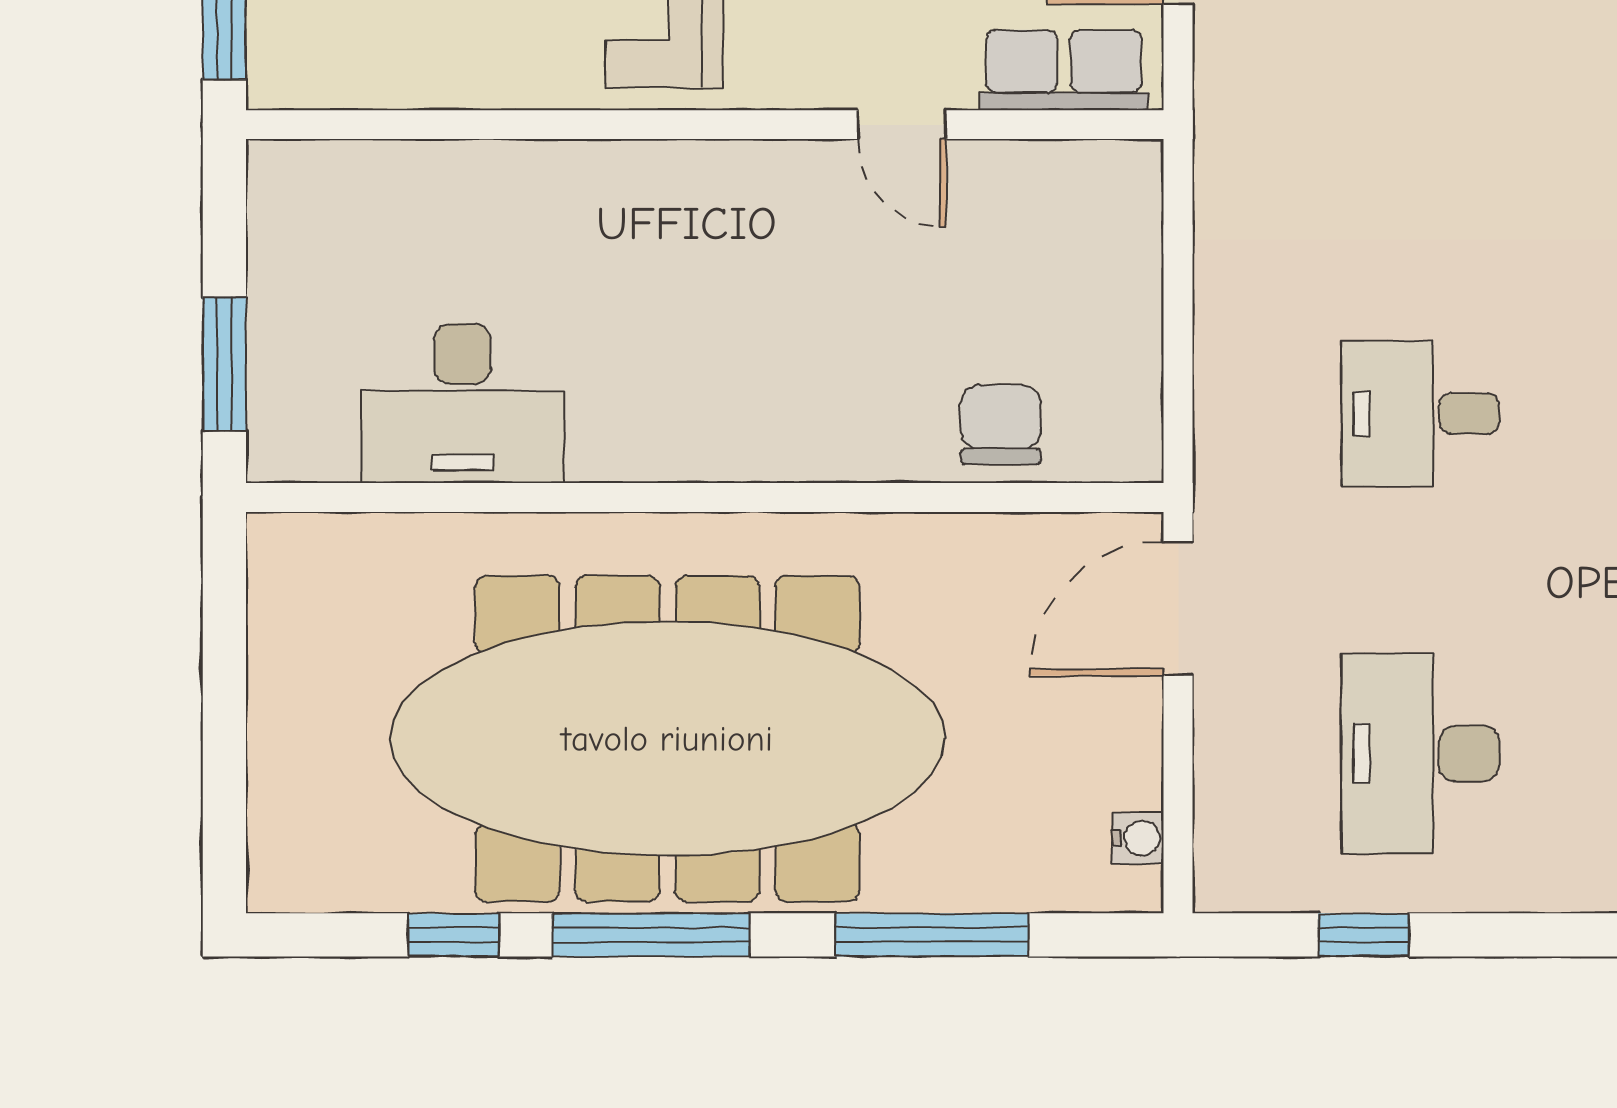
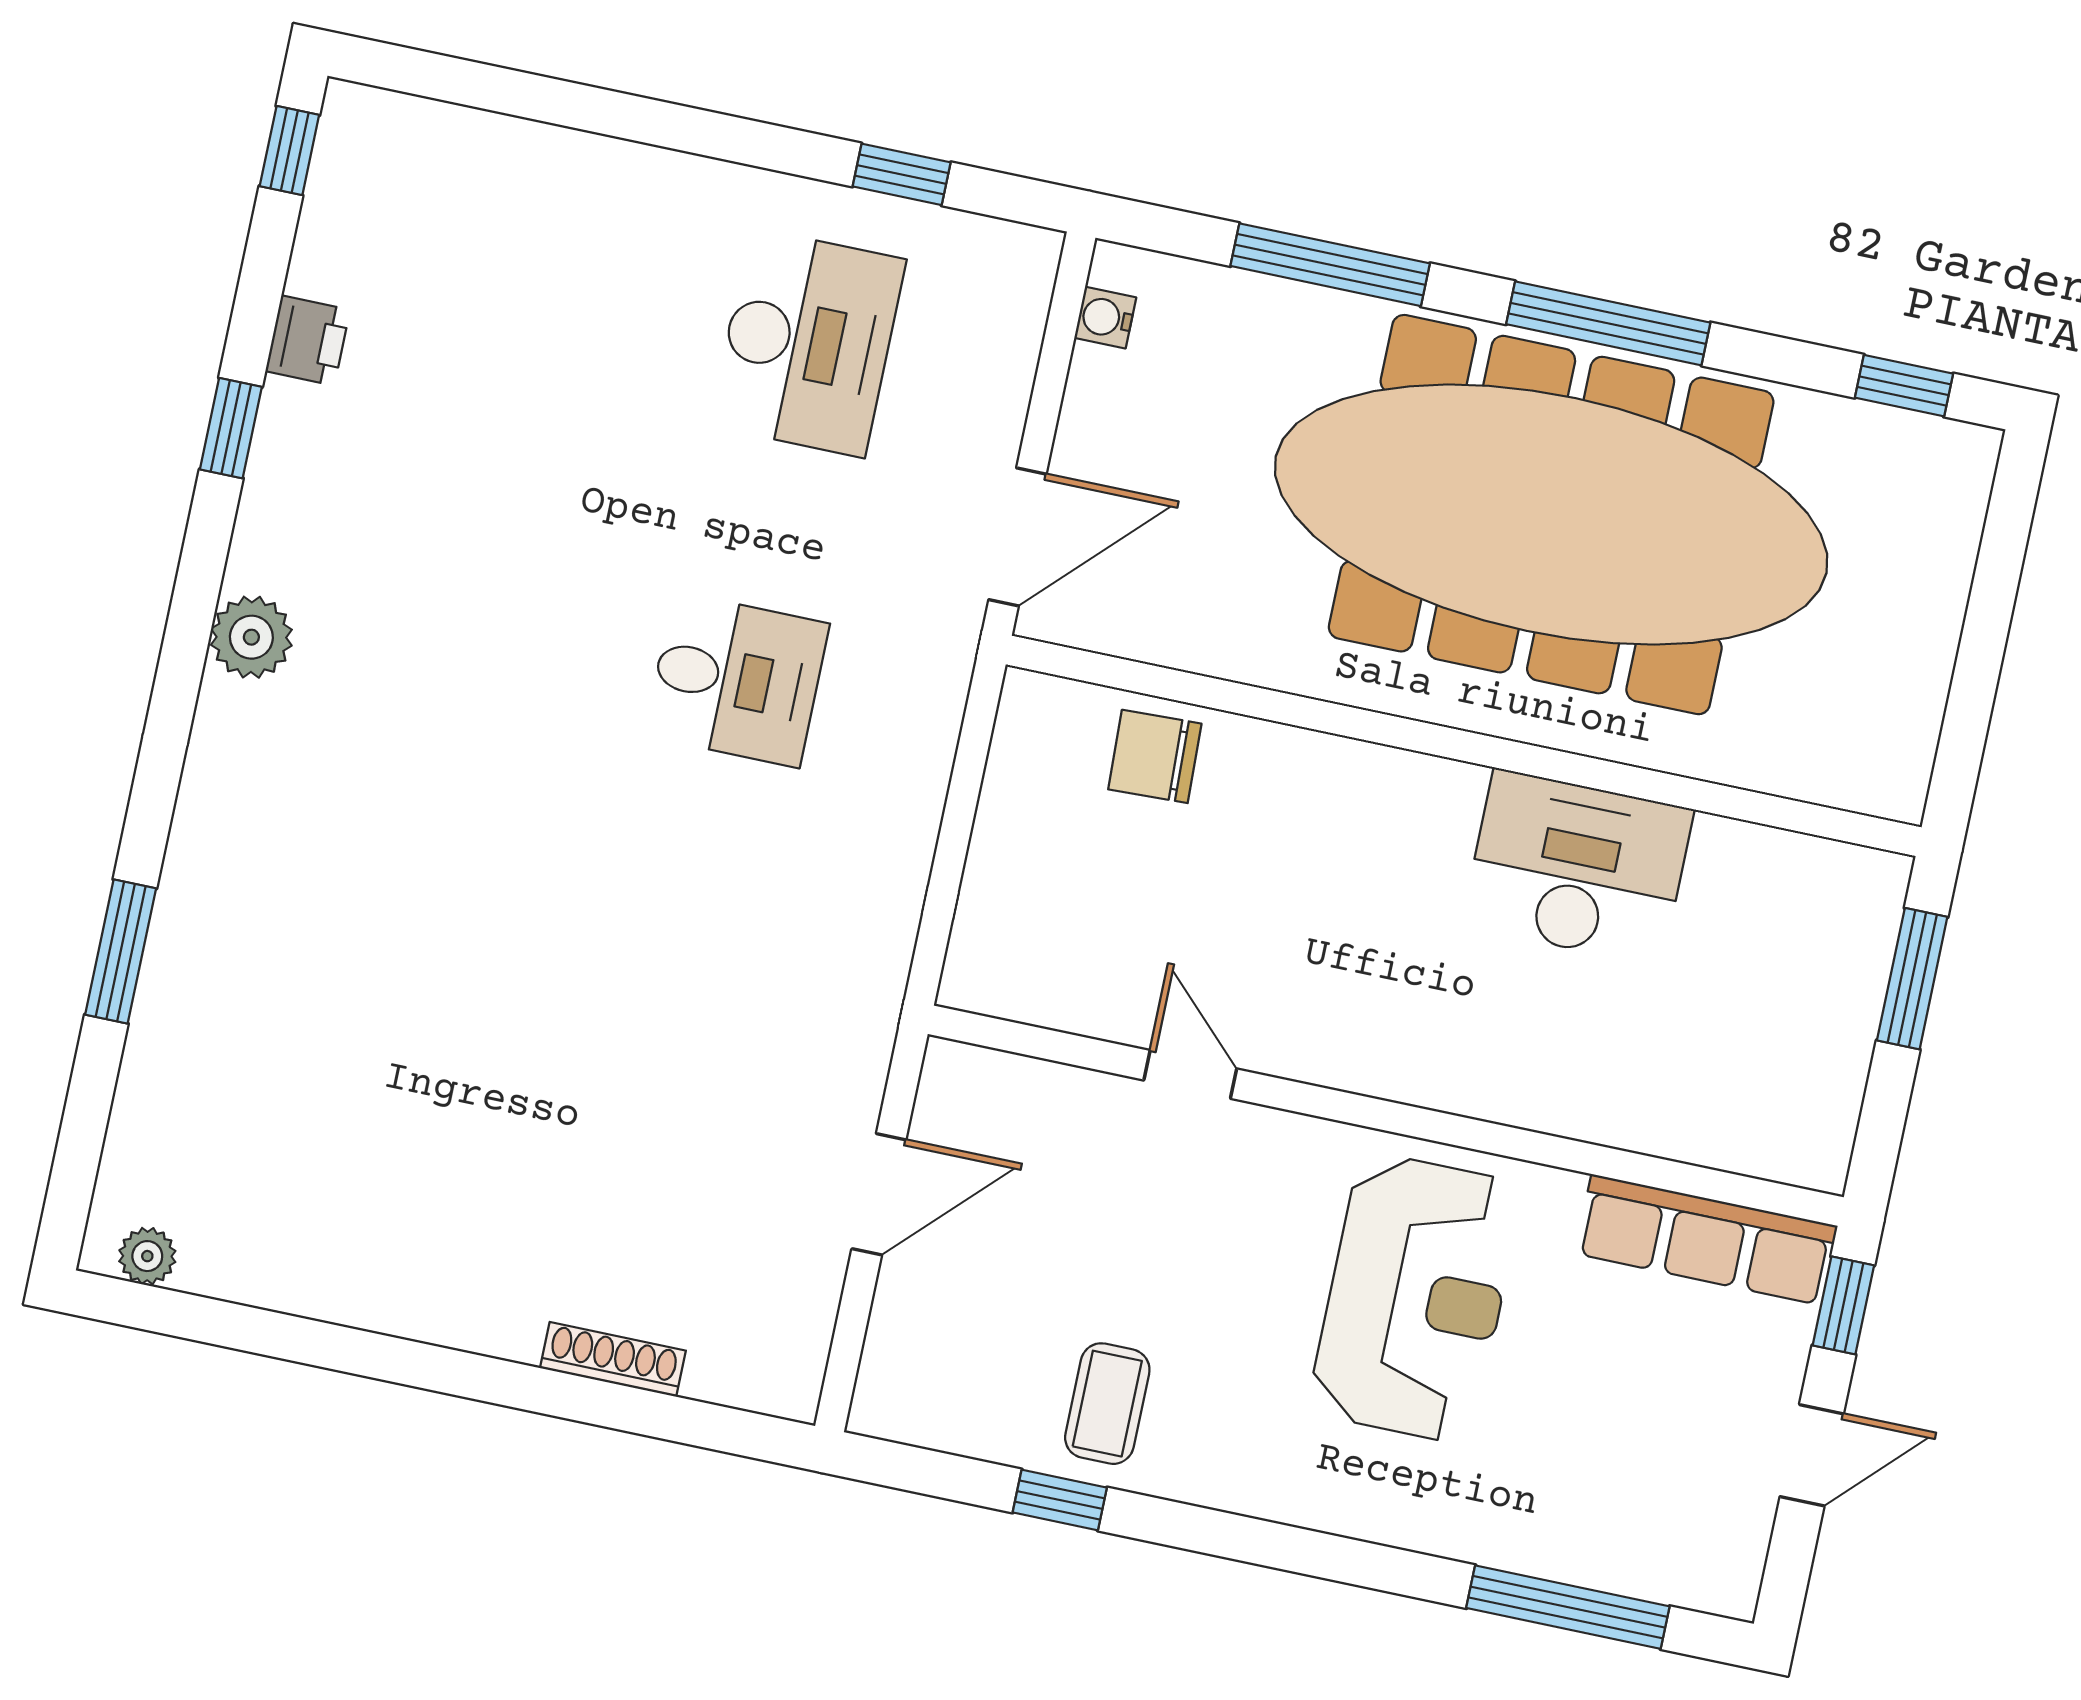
row of seats: (1064, 70) -> (1706, 1240), moved, width x1.48
desk: (462, 403) -> (1578, 867), moved
chair: (1001, 424) -> (1155, 756), turned 88
window: (454, 935) -> (1904, 386), moved

